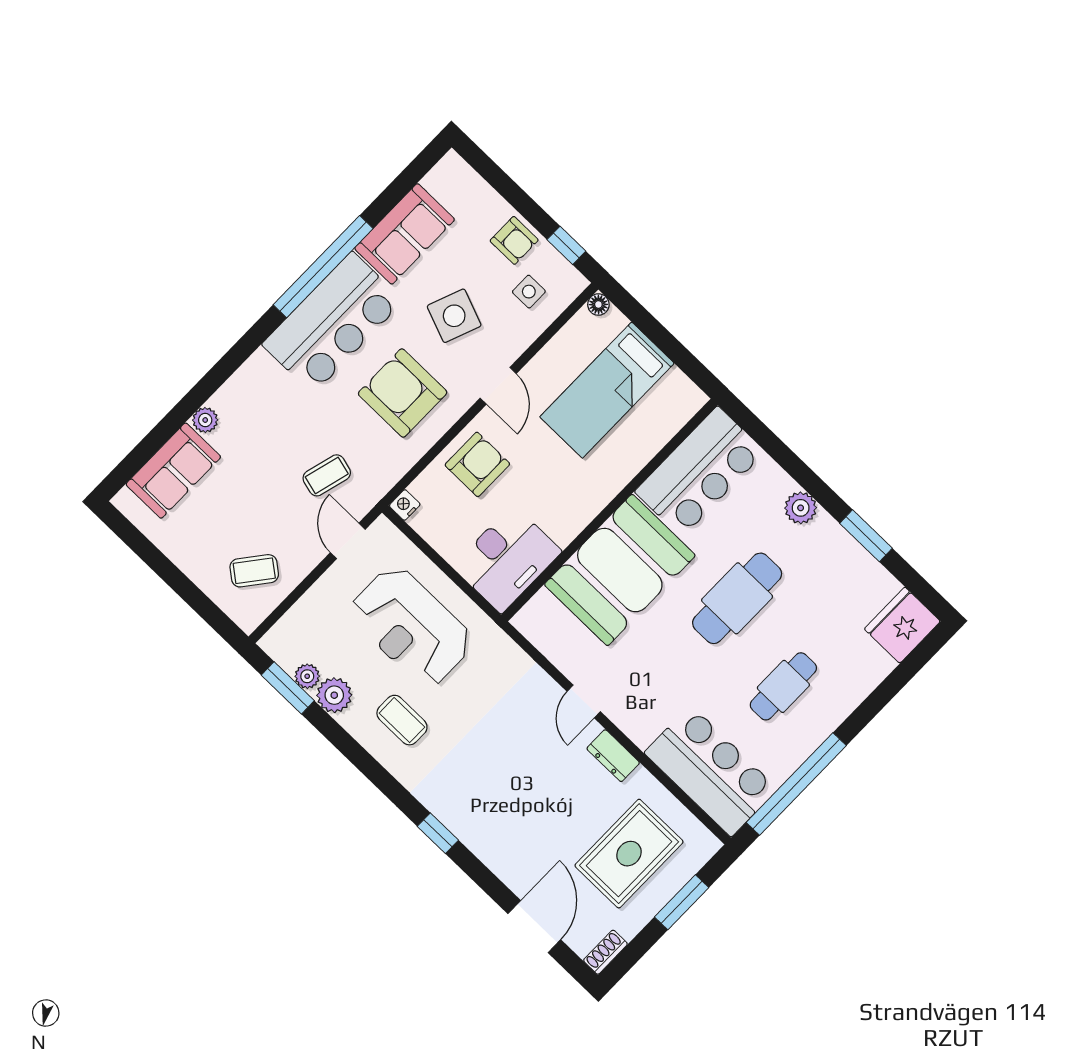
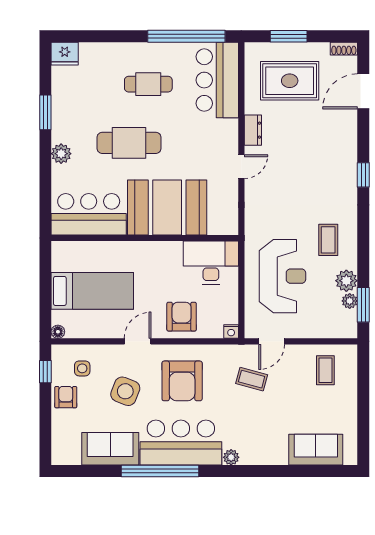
plant: (205, 420) -> (231, 457), moved
armchair: (477, 464) -> (182, 317), turned 90
coffee table: (254, 571) -> (325, 370), turned 52
fridge: (902, 625) -> (65, 54), width x0.73, depth x0.75

